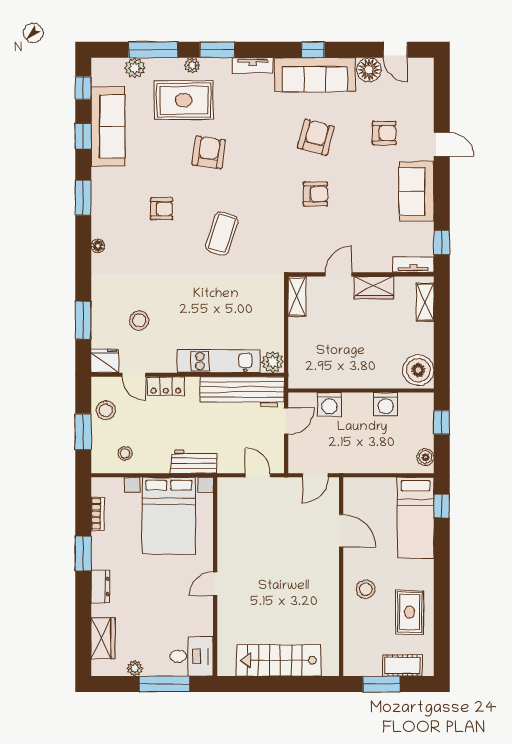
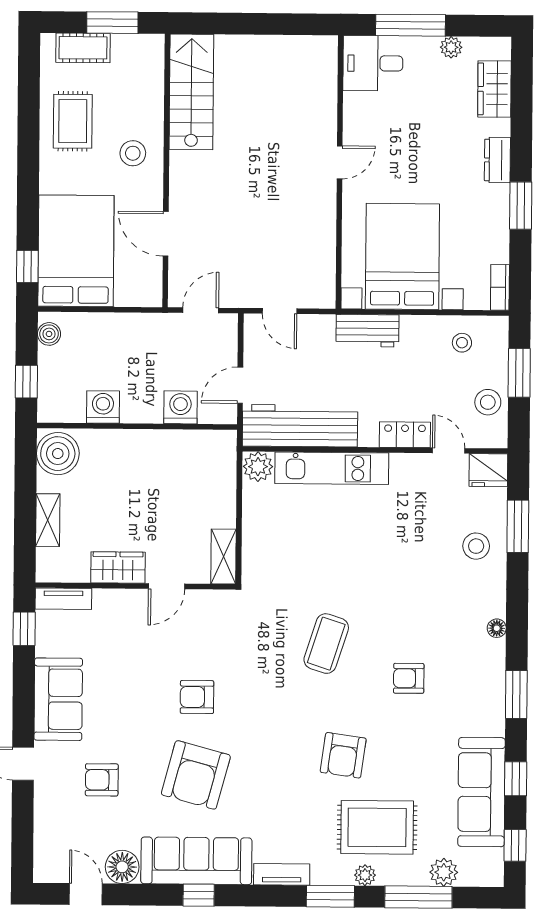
armchair: (316, 137) -> (196, 775), width x1.36, depth x1.36
shelving: (425, 302) -> (48, 520), moved
stool: (139, 320) -> (476, 546), moved
bookcase: (98, 514) -> (500, 287), moved
bed: (416, 518) -> (76, 251), width x1.50
stairs: (279, 660) -> (191, 92), moved, turned -90

